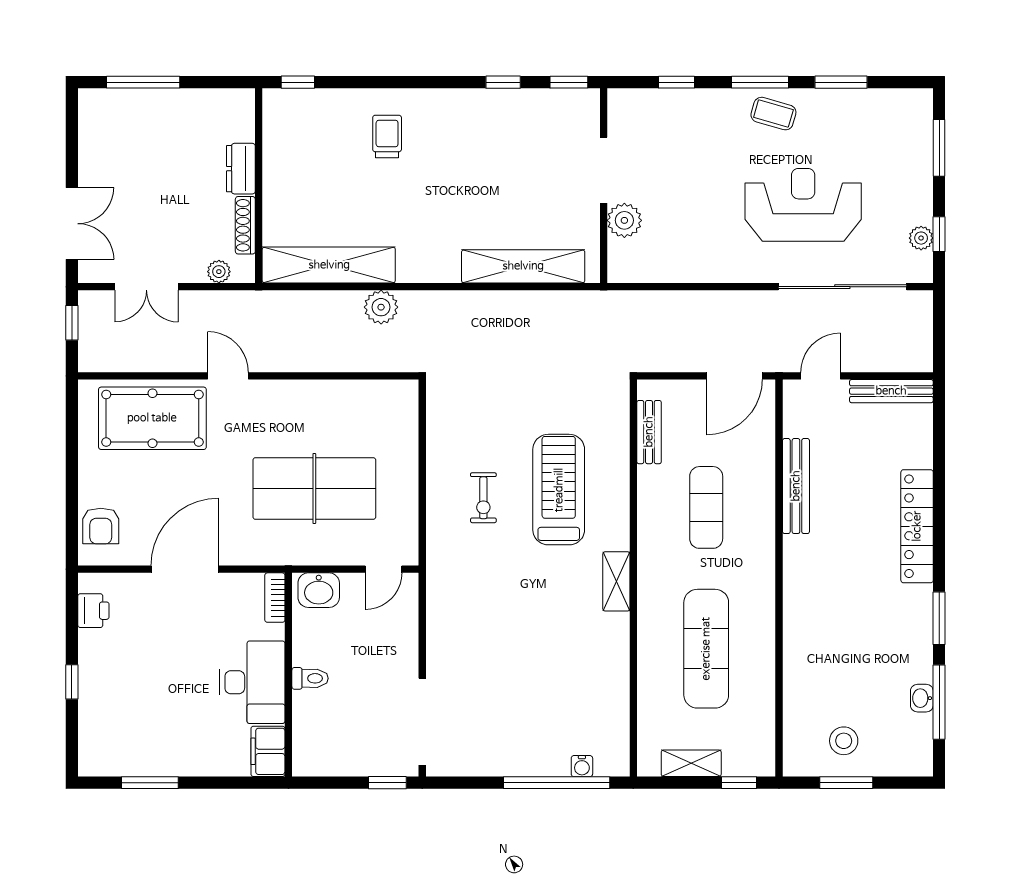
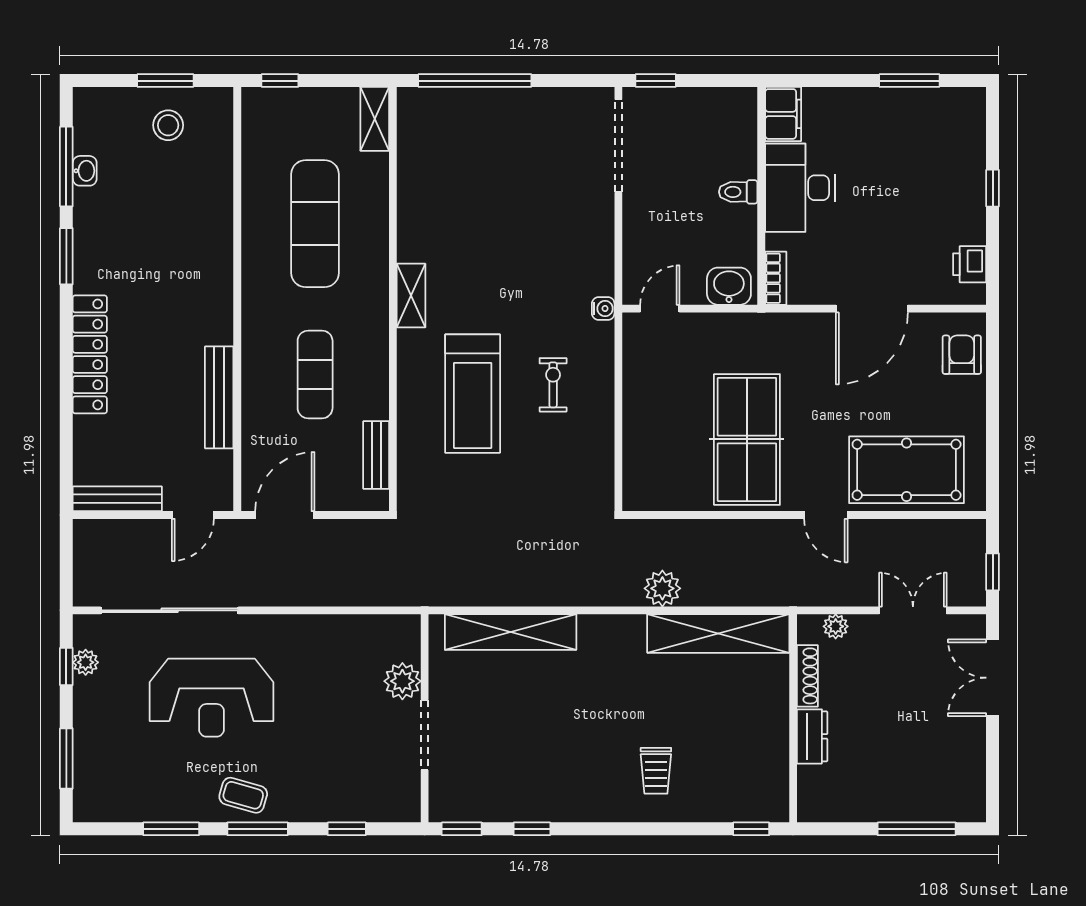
table tennis table: (314, 488) -> (747, 439), moved, turned 90
shelving: (691, 763) -> (375, 119), moved, turned 90
water cooler: (582, 766) -> (603, 309), moved, turned 90

